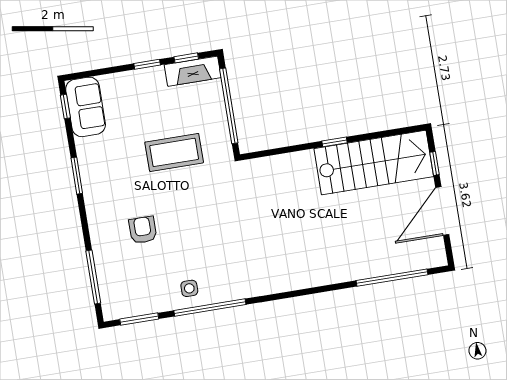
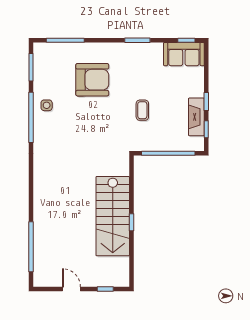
fireplace: (193, 71) -> (196, 117), moved
coffee table: (174, 152) -> (142, 110), width x0.54, depth x0.58
stairs: (374, 163) -> (113, 216), moved
door: (442, 211) -> (71, 289), width x0.53
armchair: (143, 230) -> (92, 80), width x1.88, depth x1.88

